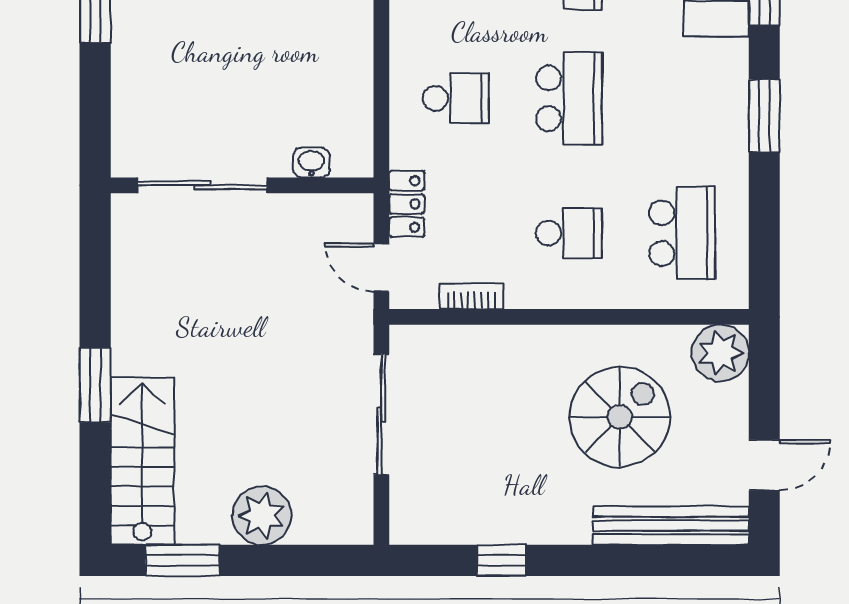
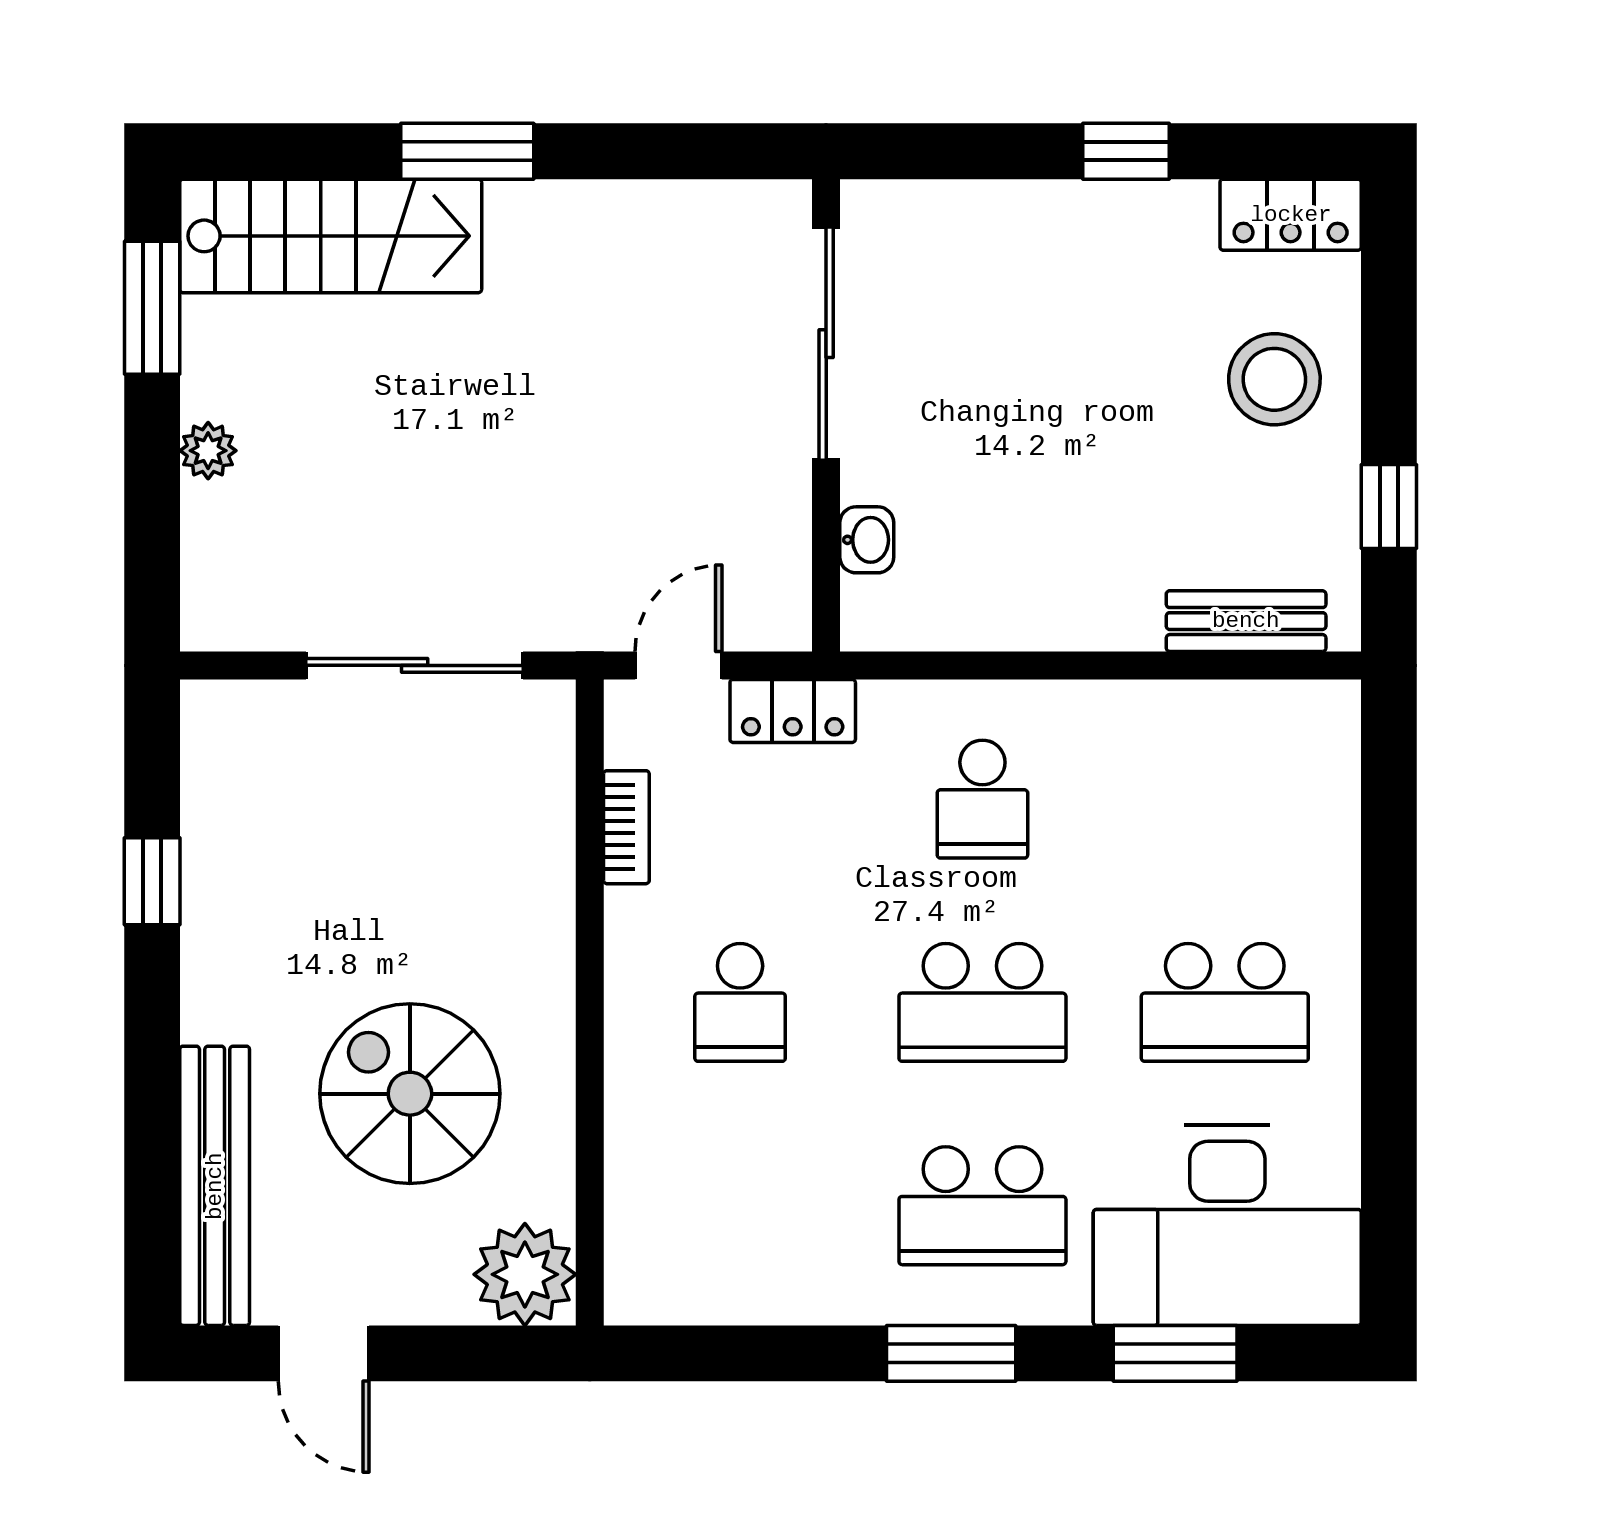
school desk: (682, 233) -> (982, 1206), moved
spiral stairs: (620, 417) -> (410, 1094), turned 180
plant: (262, 516) -> (208, 451), width x0.53, depth x0.53

